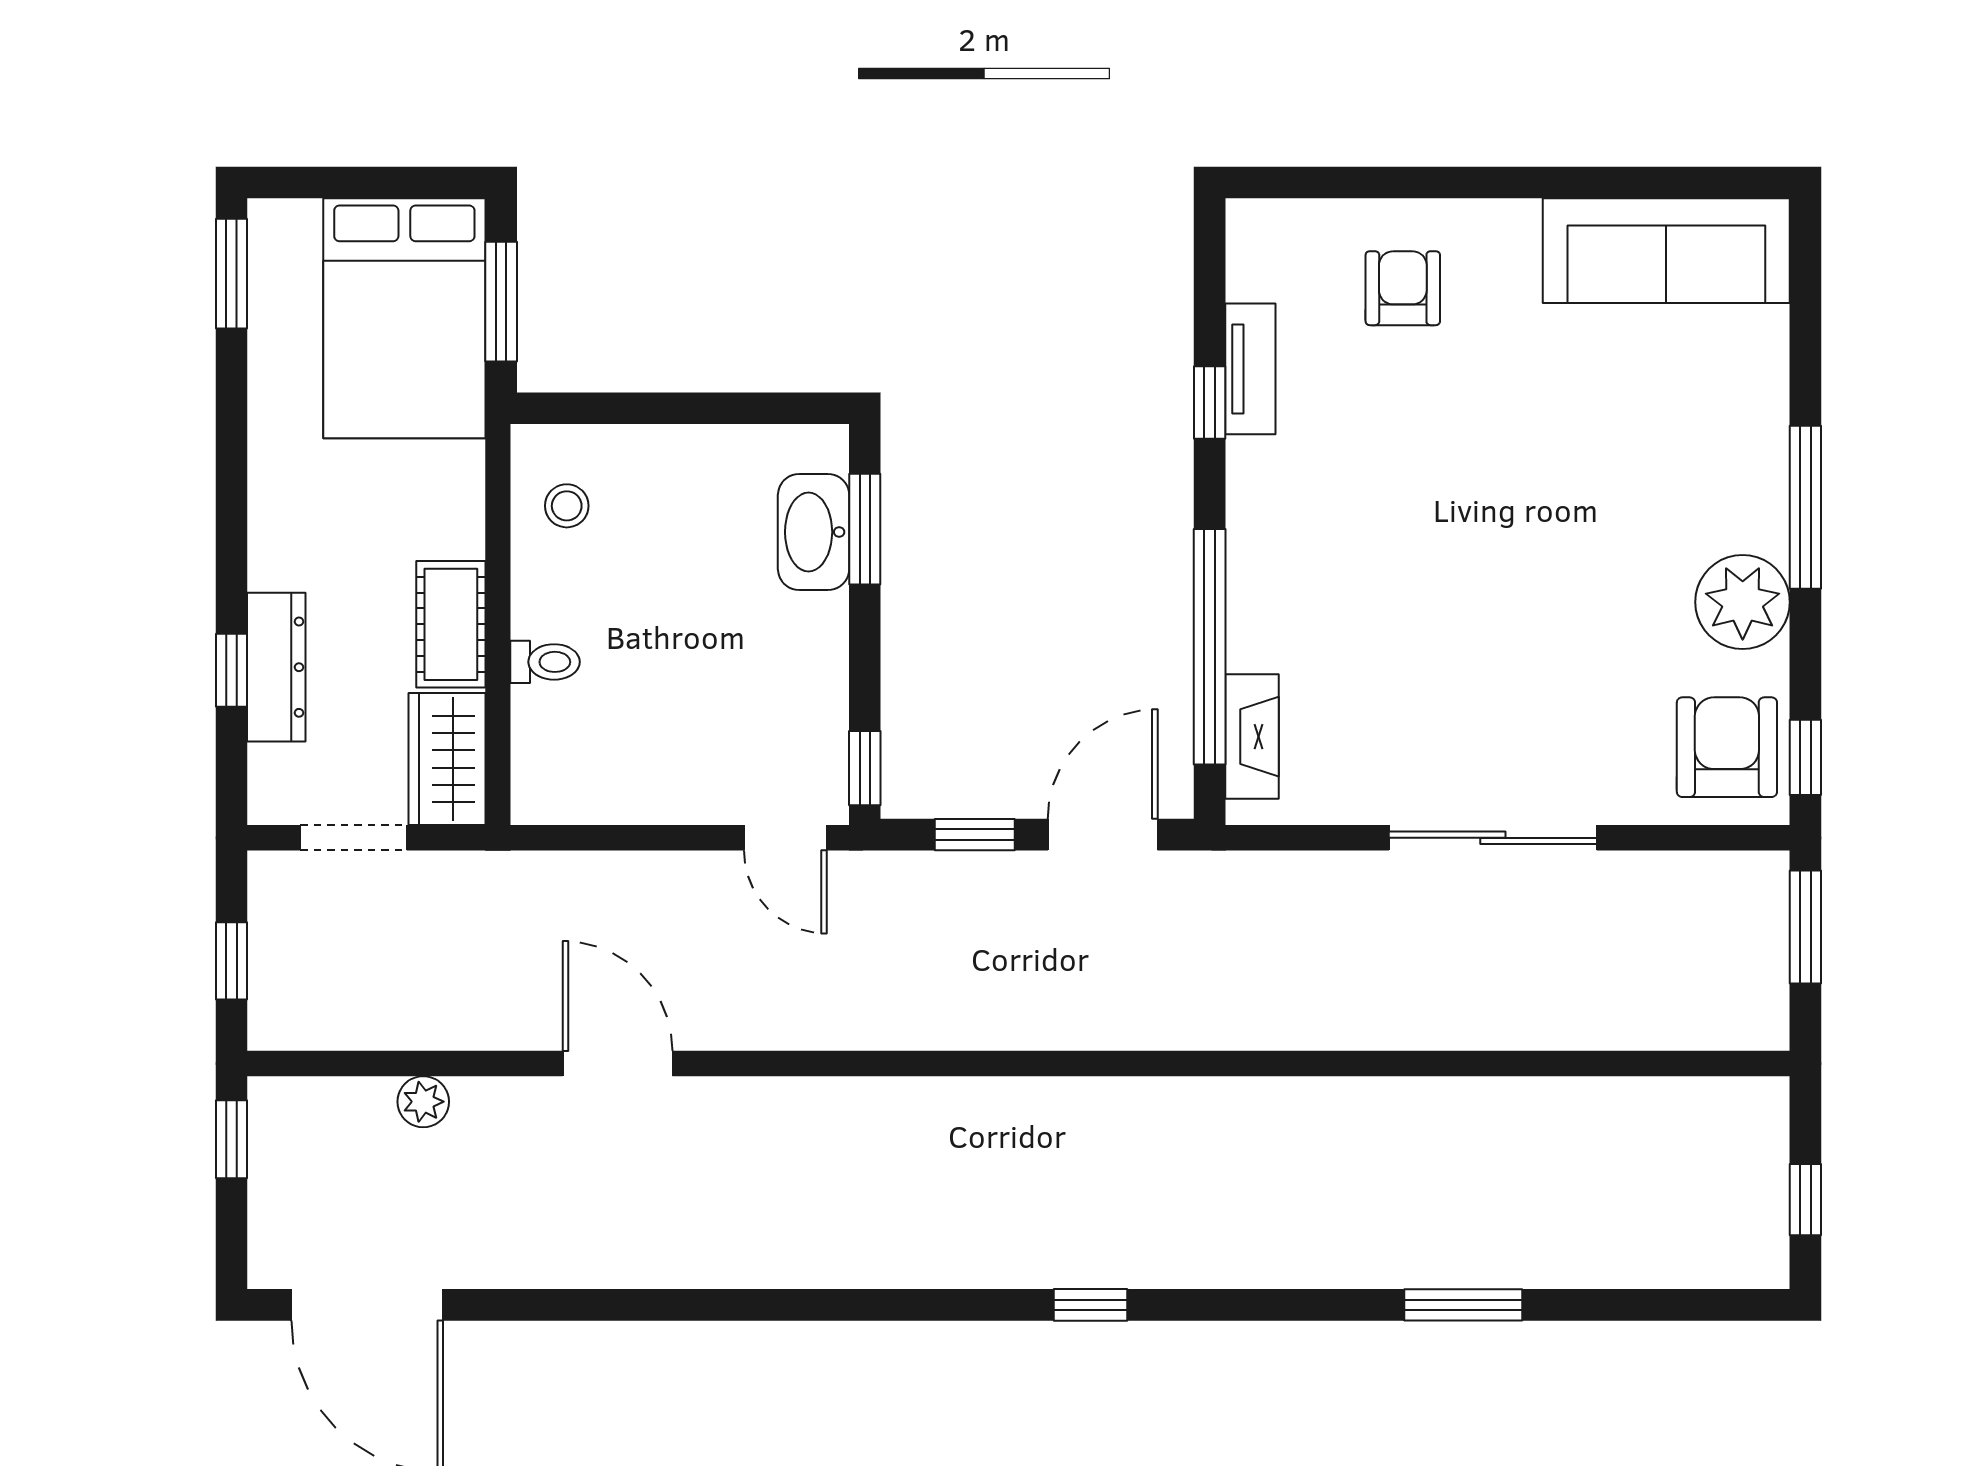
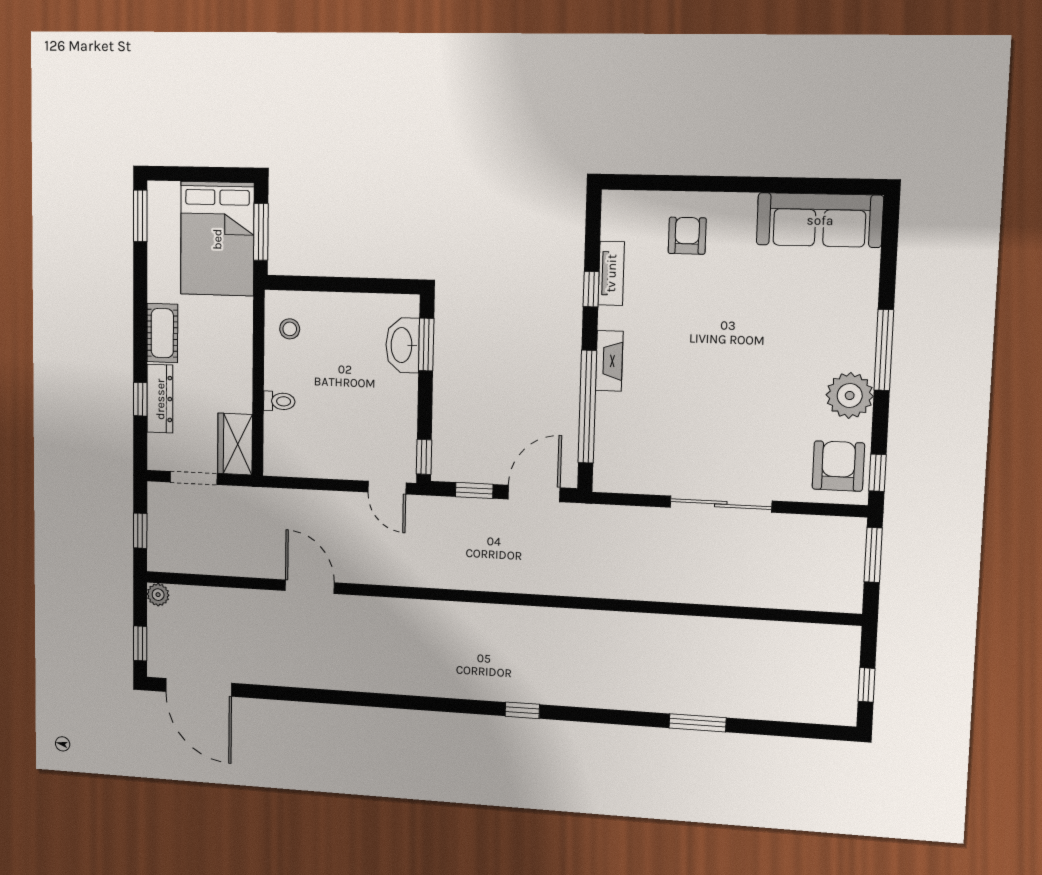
cot: (451, 624) -> (162, 333), moved
fireplace: (1252, 737) -> (609, 361), moved
plant: (423, 1102) -> (158, 595), moved
window: (231, 1139) -> (140, 643), moved

